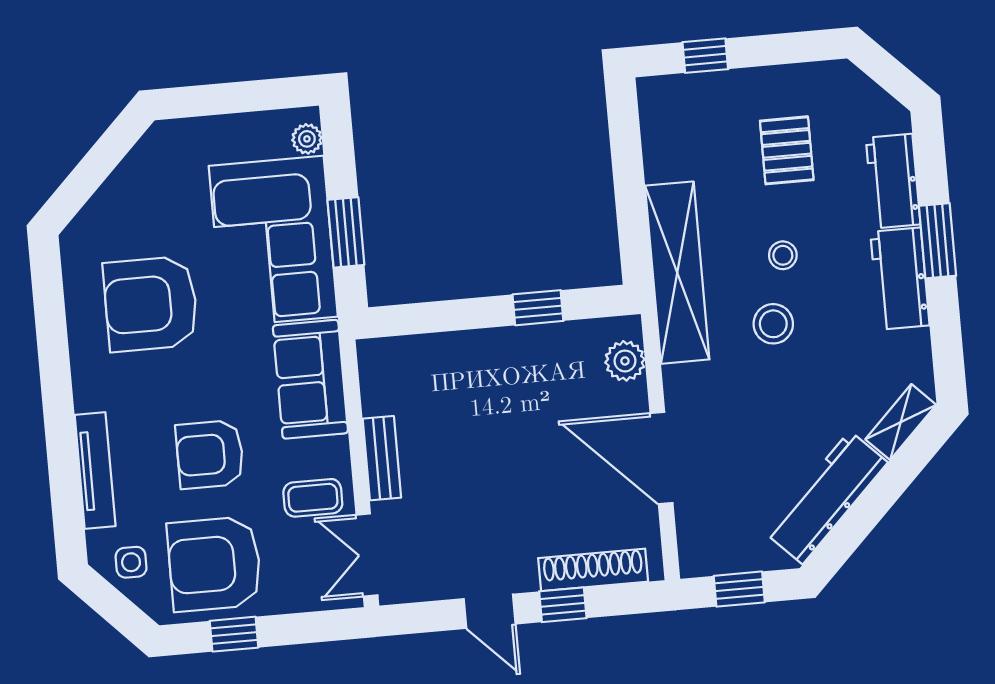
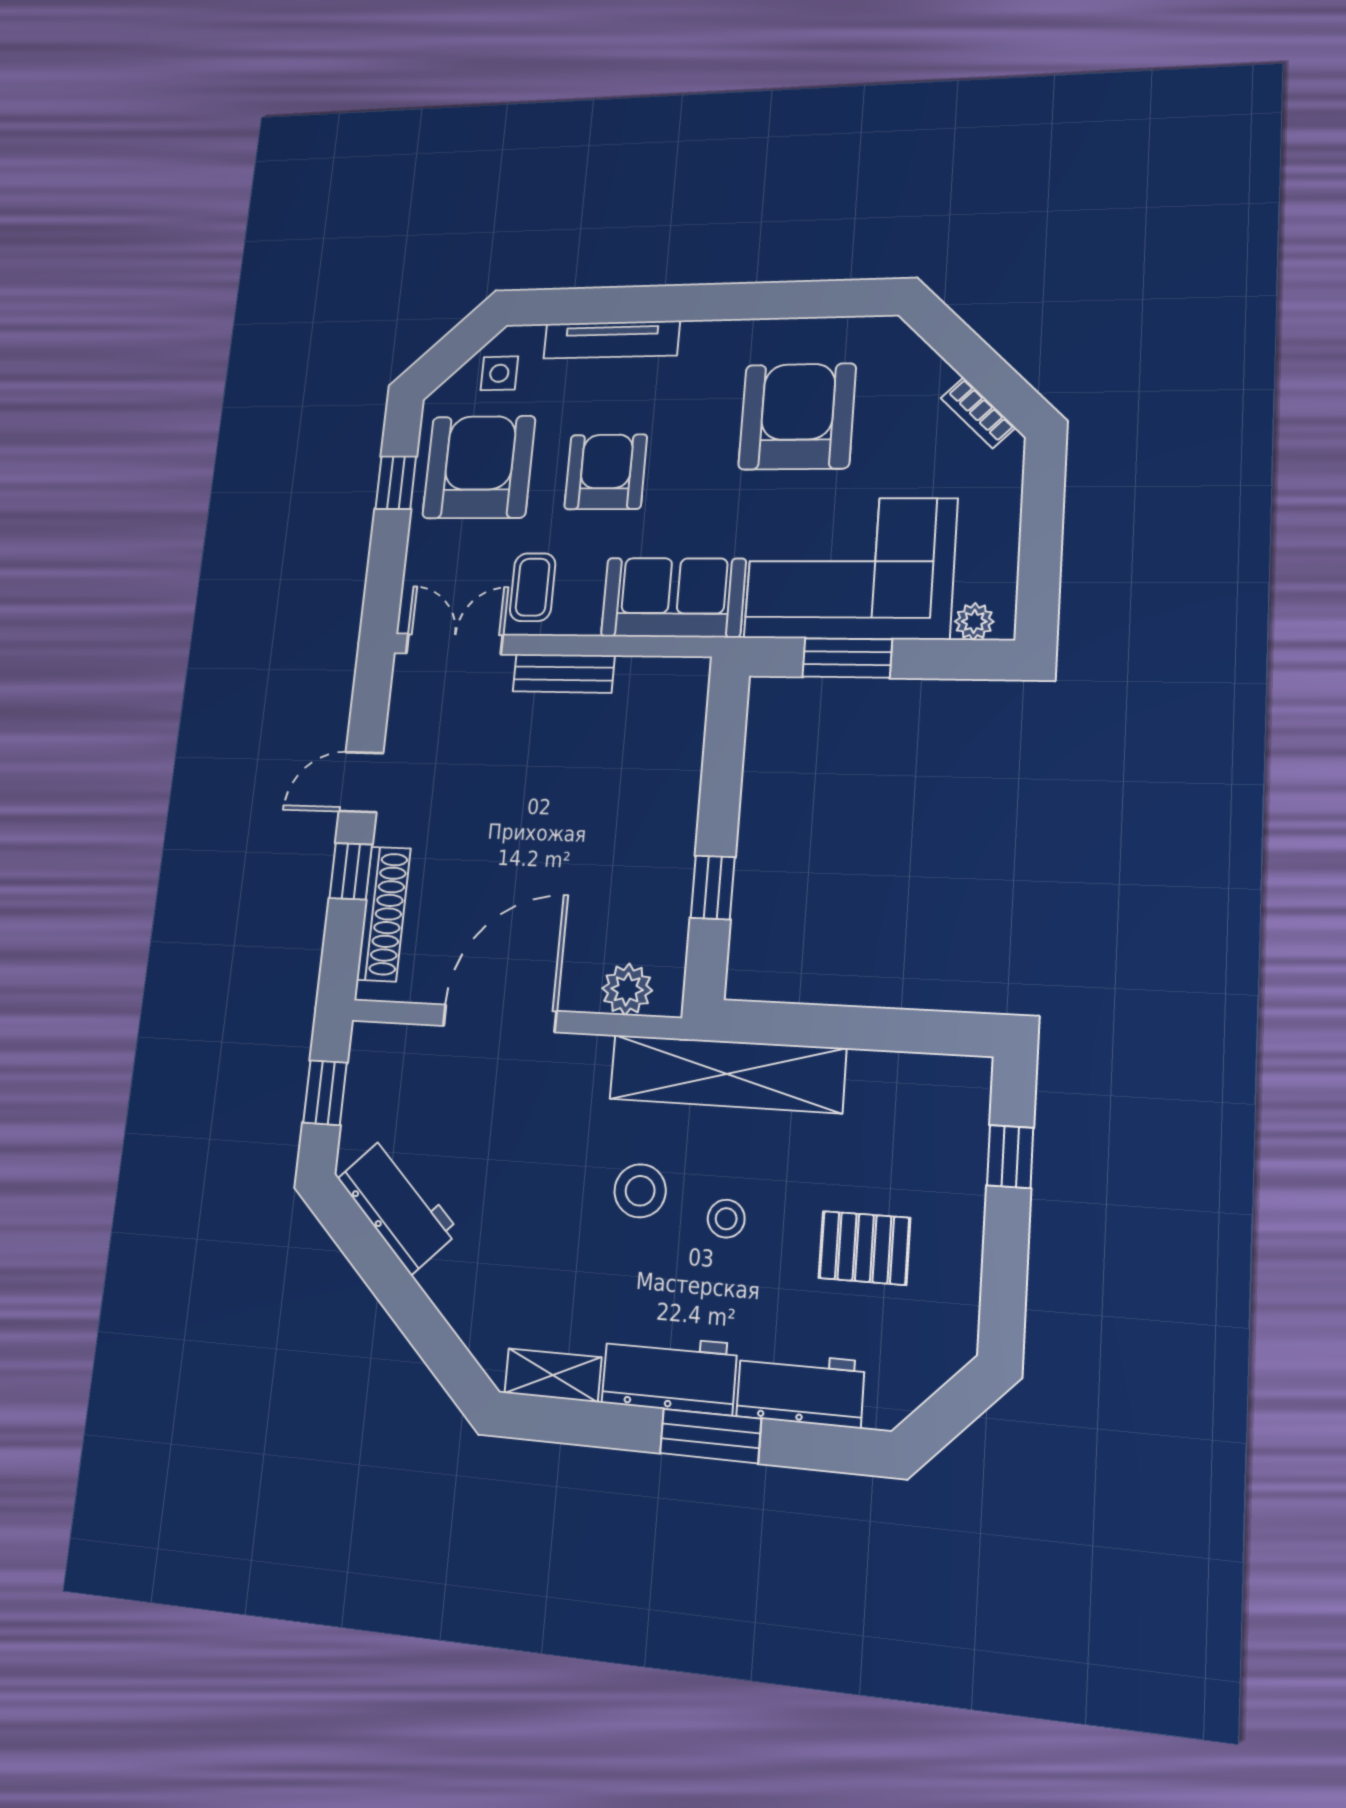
bookcase: (137, 160) -> (978, 413), added
shelving: (901, 422) -> (553, 1375), moved, turned -45
workbench: (826, 498) -> (398, 1205), width x0.73

